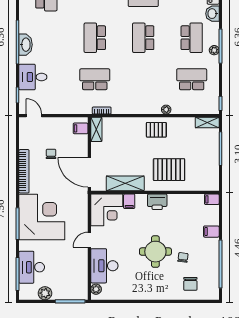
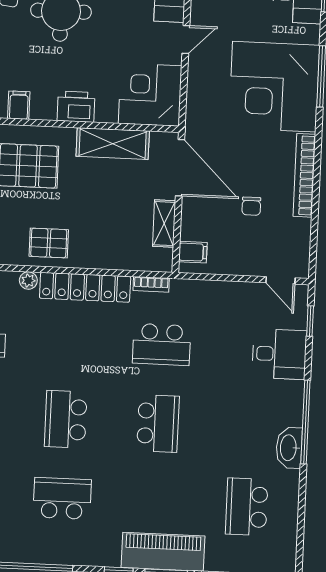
school desk: (143, 38) -> (66, 419), turned 180
washbasin: (26, 45) -> (289, 448), moved
locker: (136, 107) -> (85, 287), added
shelving: (96, 129) -> (164, 224), moved
filing cabinet: (129, 201) -> (19, 105), moved
printer: (157, 202) -> (76, 107), moved

